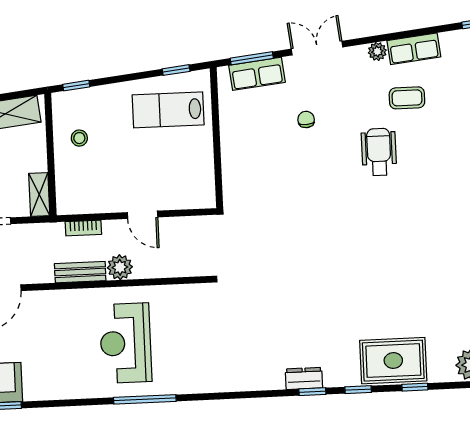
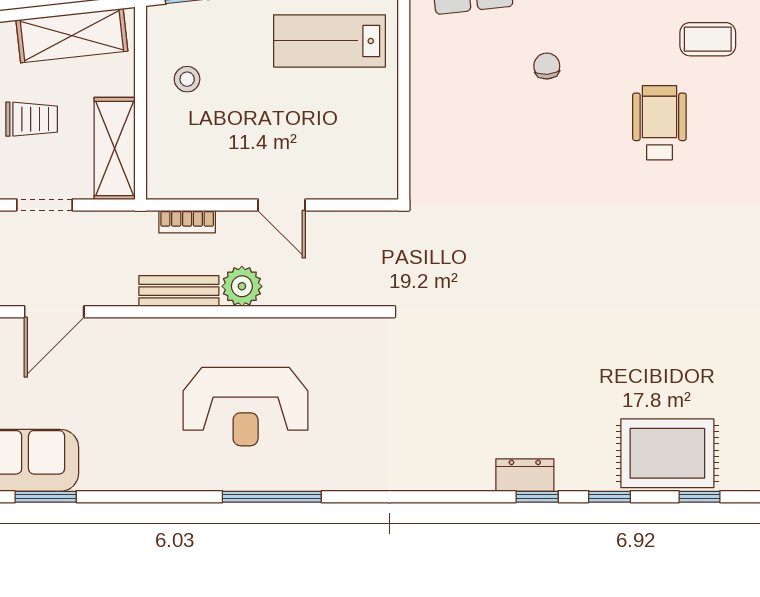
shelving: (39, 195) -> (115, 149), width x1.50, depth x1.33
reception desk: (126, 343) -> (246, 407), turned -90

